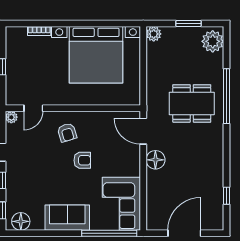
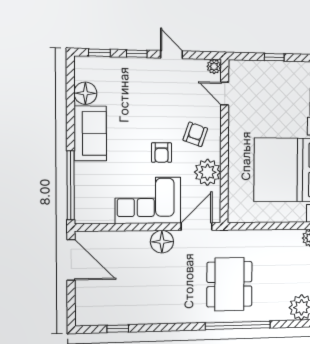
plant: (98, 122) -> (208, 172), added
armchair: (67, 133) -> (195, 134), turned 126
corner sofa: (121, 204) -> (148, 200), moved
floor lamp: (21, 221) -> (85, 93), moved
door: (184, 233) -> (71, 260), moved

